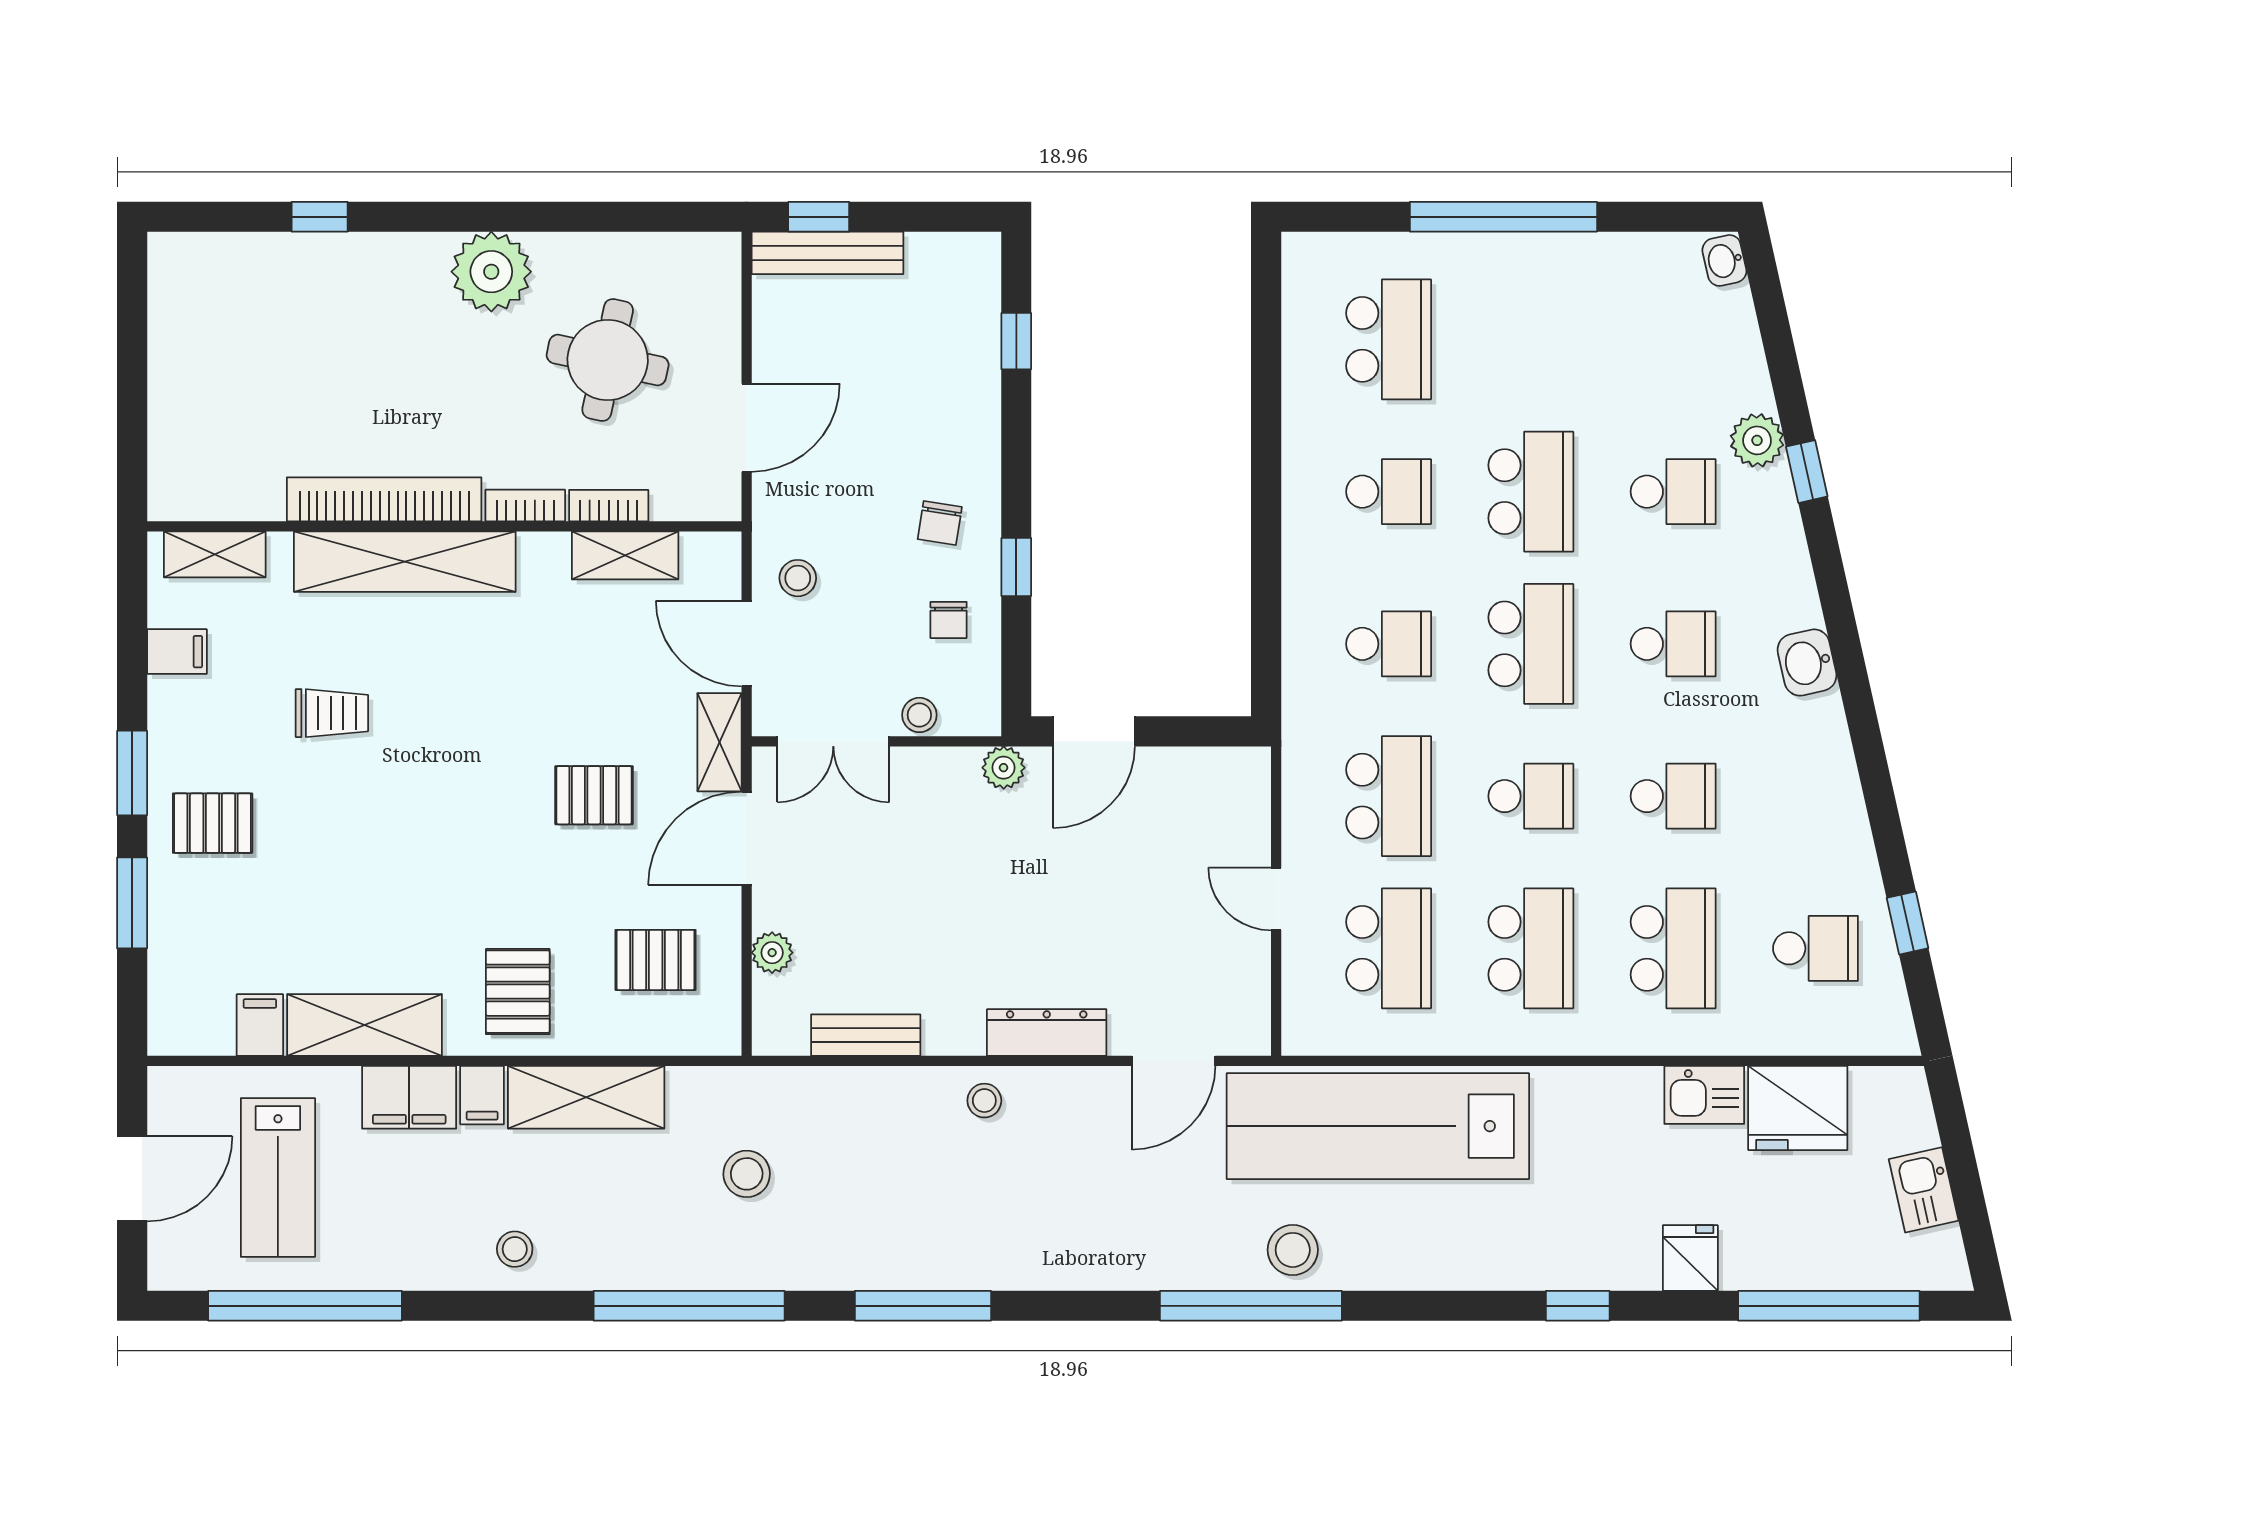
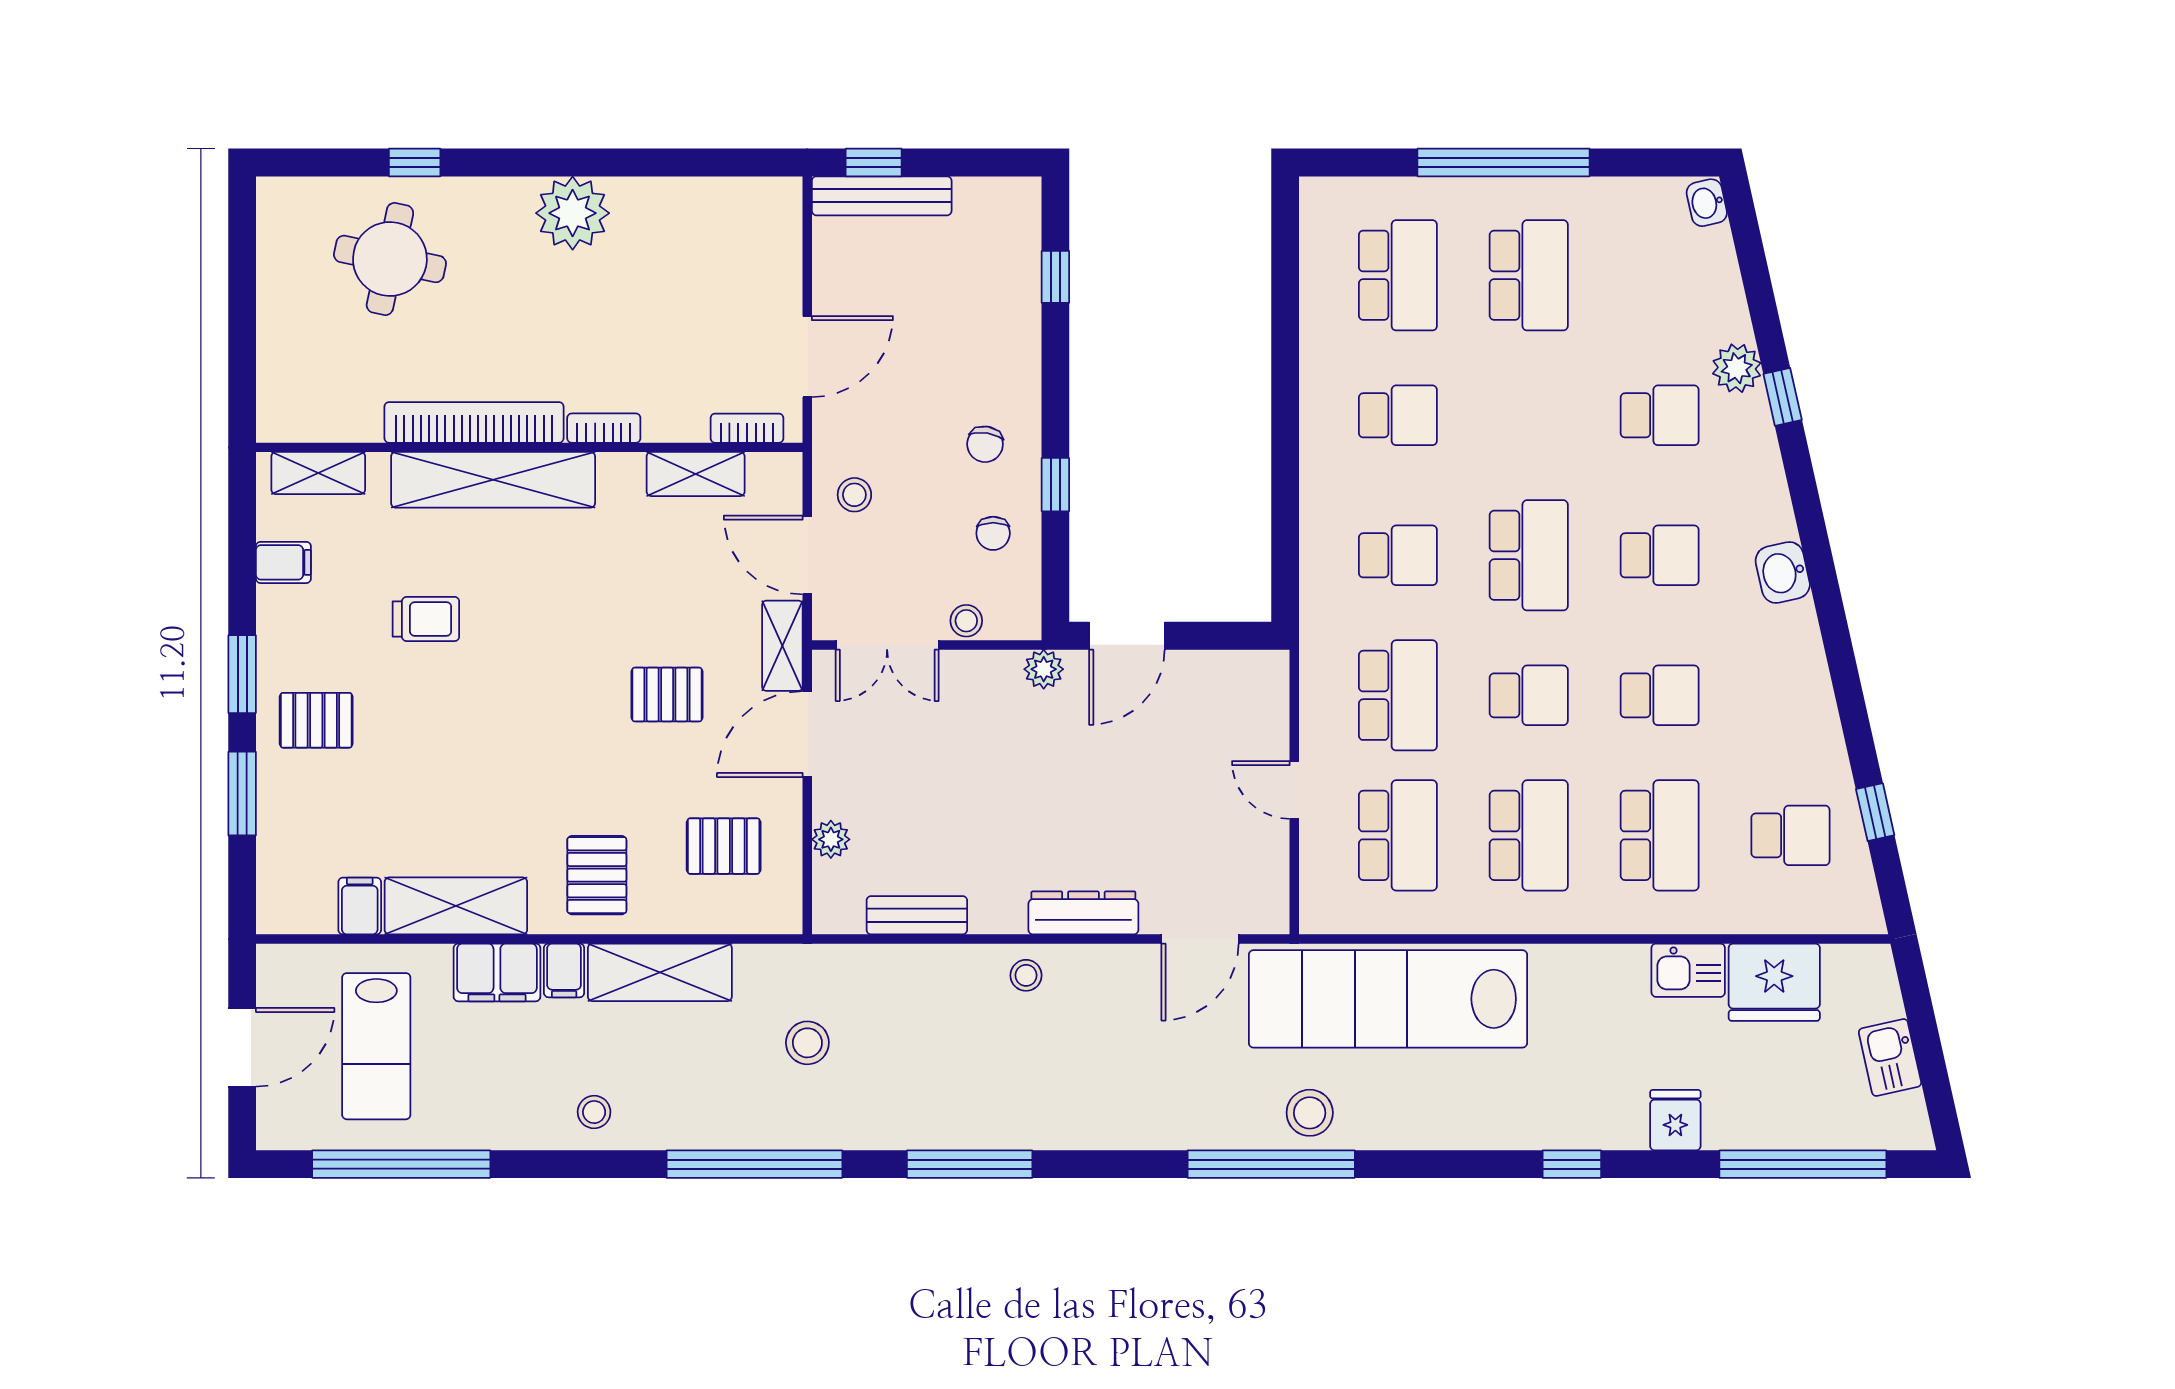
round table: (608, 360) -> (390, 259), moved
school desk: (1531, 492) -> (1529, 275), moved
bookcase: (609, 506) -> (747, 428), moved

